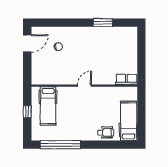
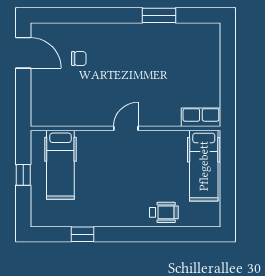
door: (27, 43) -> (23, 53), hinge flipped
hospital bed: (128, 121) -> (204, 166), moved, turned 180
window: (60, 145) -> (83, 234), width x0.32

